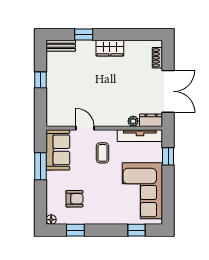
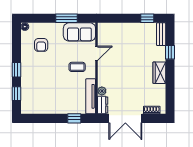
window: (40, 80) -> (147, 18), moved
corner sofa: (142, 191) -> (47, 98), removed
window: (75, 230) -> (16, 70), moved

